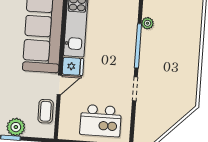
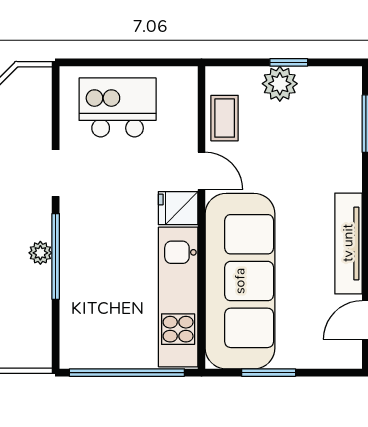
plant: (147, 23) -> (40, 253), moved
door: (59, 85) -> (201, 171), swing flipped

